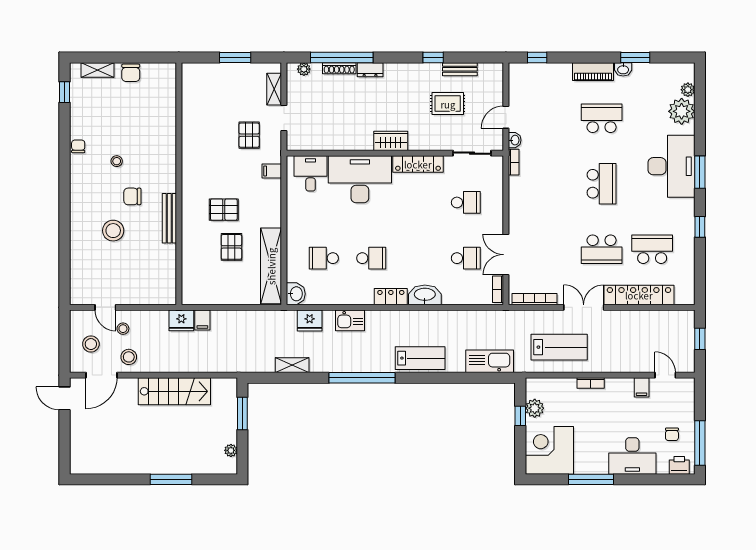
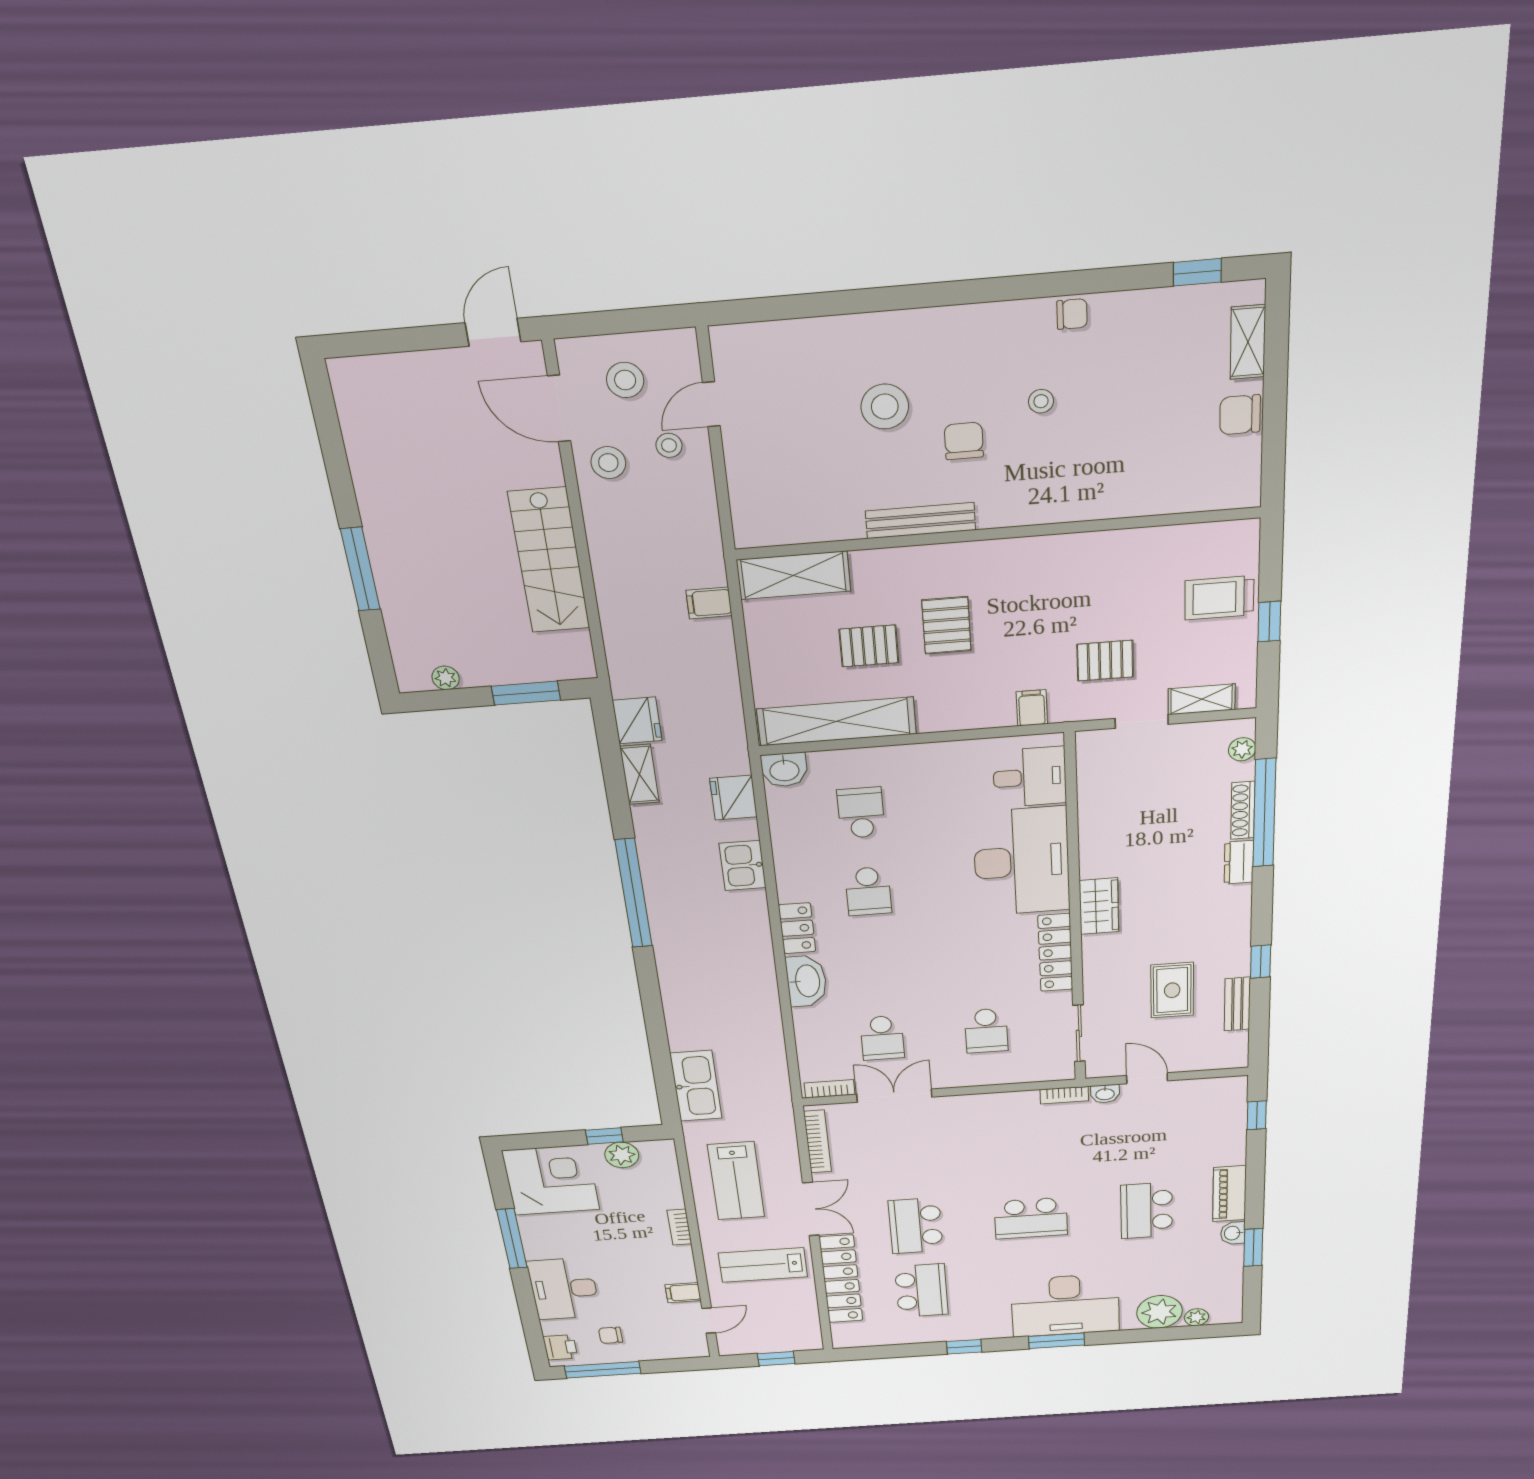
window: (235, 57) -> (1269, 622), width x0.67
trolley: (221, 81) -> (1219, 598), added
school desk: (602, 118) -> (1147, 1211), turned 180
shelving: (192, 279) -> (794, 575), added
fridge: (181, 320) -> (637, 720), moved, turned 180
lab bench: (420, 358) -> (763, 1265), moved, turned 90

